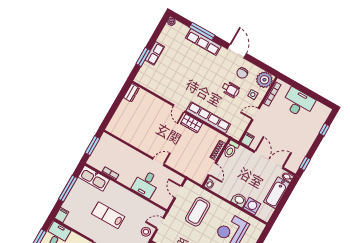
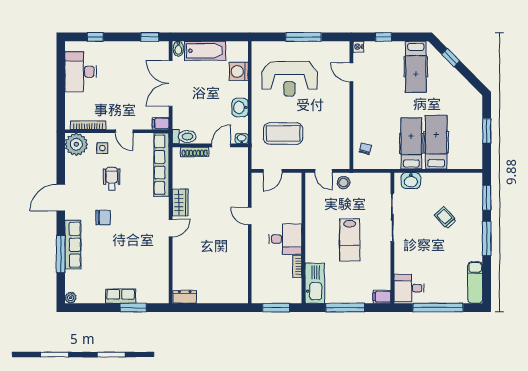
chair: (242, 73) -> (103, 217), moved
desk: (298, 103) -> (81, 72), moved
row of seats: (208, 118) -> (161, 165), moved
desk: (146, 184) -> (285, 239), moved
washbasin: (239, 200) -> (240, 107), moved

